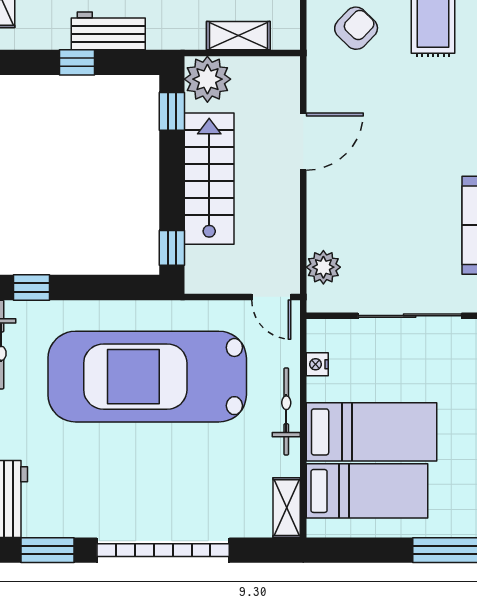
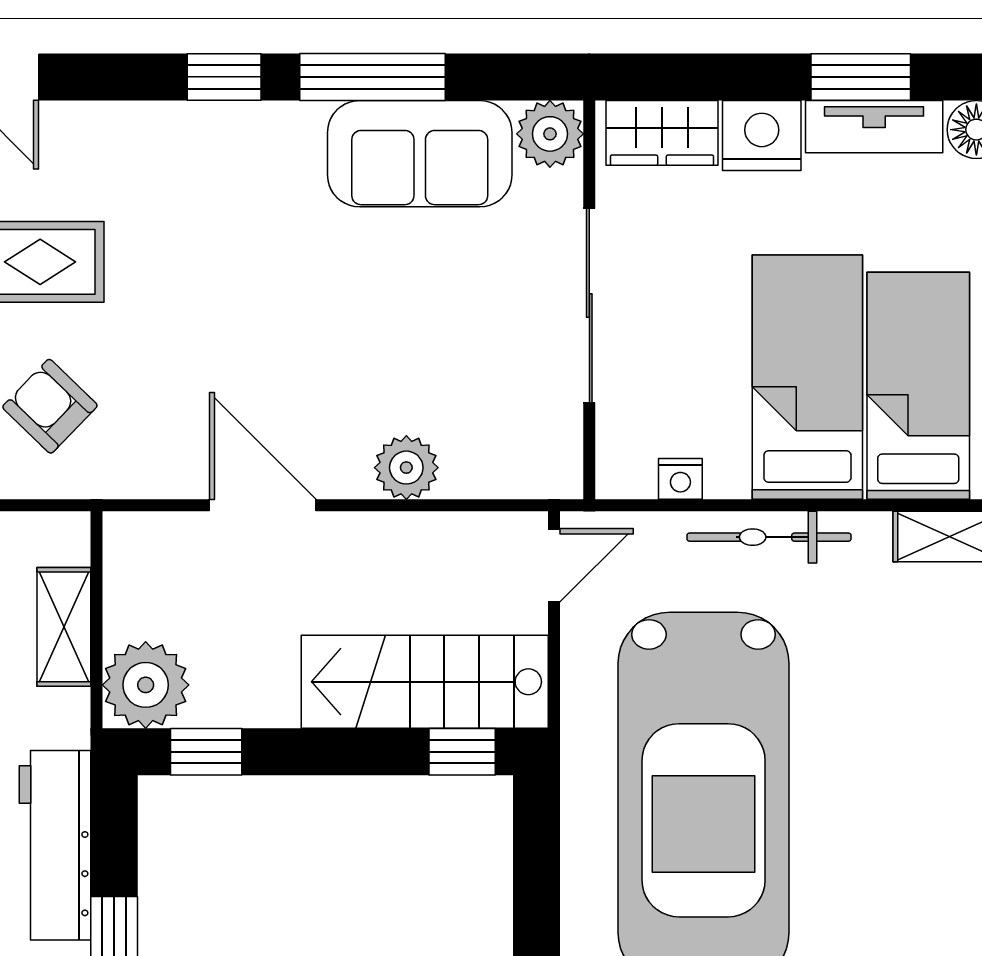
workbench: (108, 31) -> (55, 845), width x1.38
stairs: (209, 179) -> (425, 682), moved
plant: (323, 267) -> (406, 468), moved

